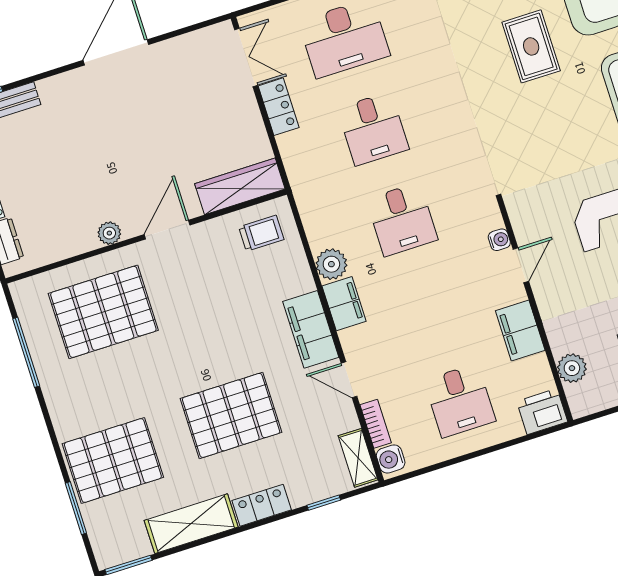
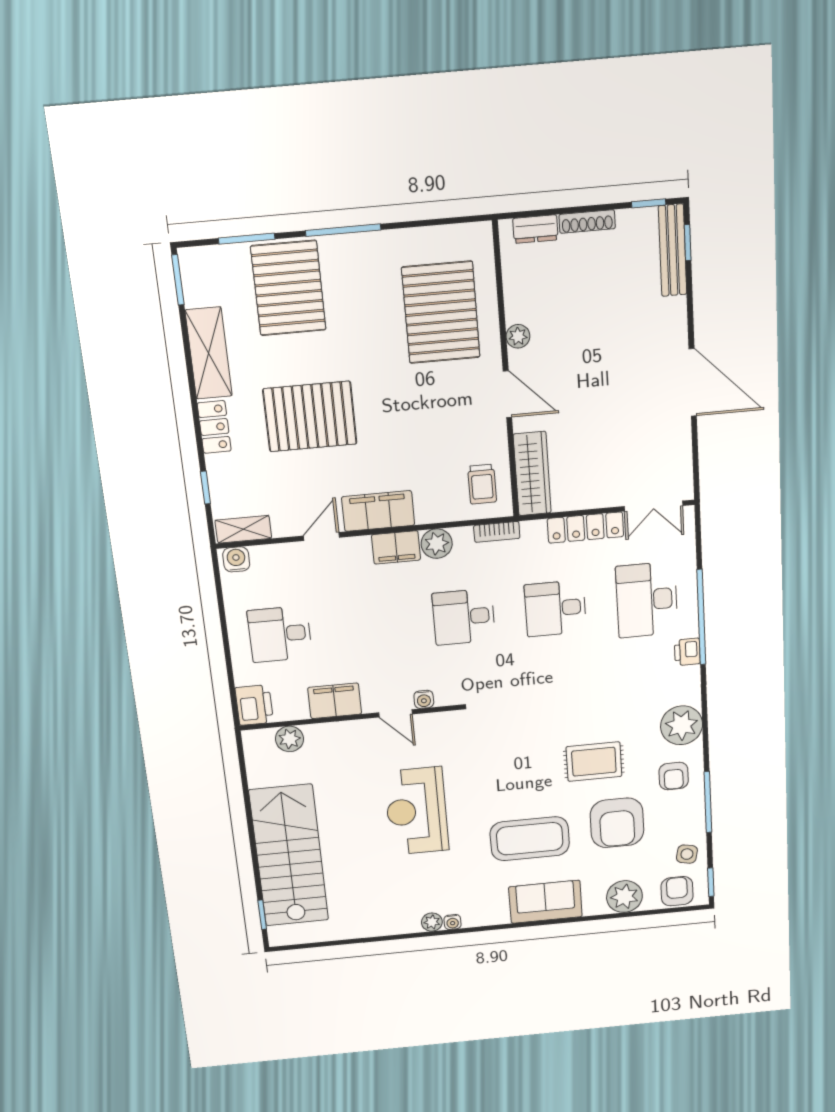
locker: (279, 107) -> (585, 528), width x1.53
window: (26, 352) -> (343, 230), moved
pallet: (231, 415) -> (310, 416), turned 90
bookcase: (376, 424) -> (497, 532), moved

